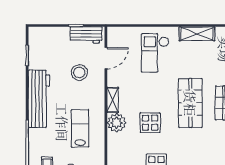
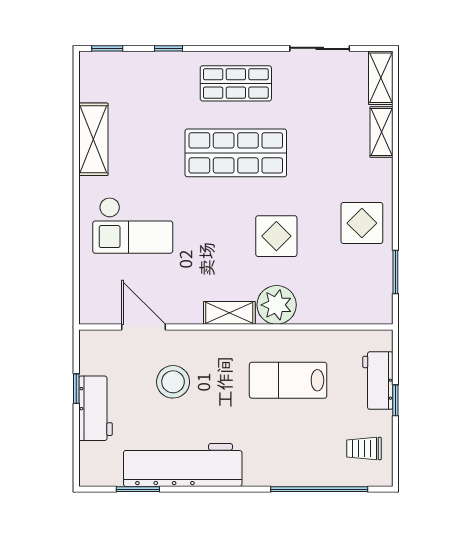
workbench: (86, 35) -> (96, 408), moved
workbench: (39, 99) -> (183, 465), moved

